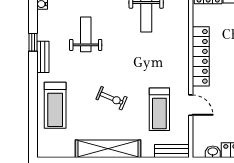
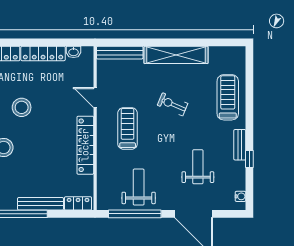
weight bench: (86, 34) -> (198, 167), turned 180
treadmill: (159, 109) -> (128, 128), moved
bench: (172, 151) -> (120, 53), width x1.36

